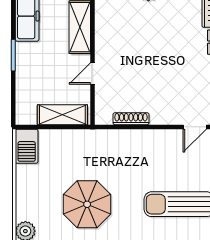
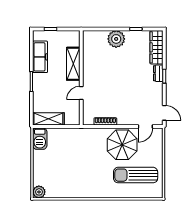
shelving: (62, 115) -> (48, 119), moved
parasol: (87, 204) -> (122, 145), moved

